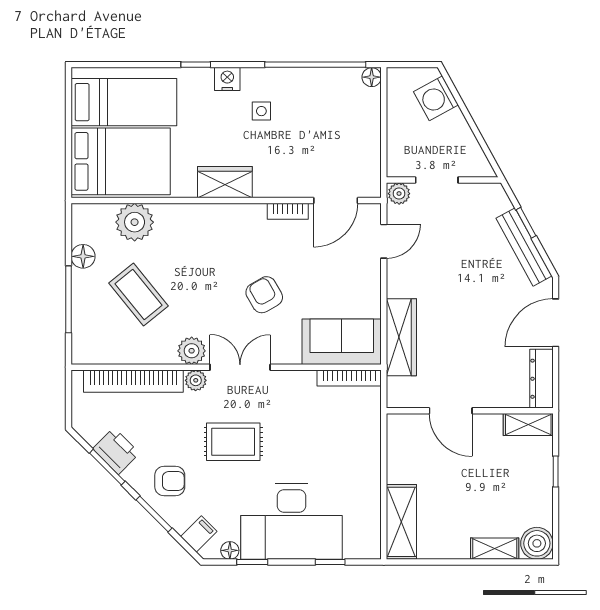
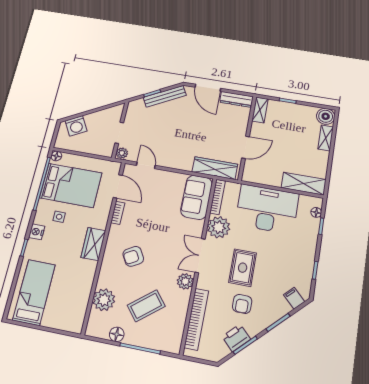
bed: (121, 161) -> (71, 185), moved, turned 90
armchair: (264, 295) -> (133, 256), moved
wardrobe: (401, 337) -> (215, 168), moved
plant: (196, 380) -> (219, 227), moved, width x1.88, depth x1.88
armchair: (170, 481) -> (242, 304), moved, turned 180
desk: (292, 522) -> (267, 209), moved, turned -90
floor lamp: (230, 550) -> (316, 212), moved

